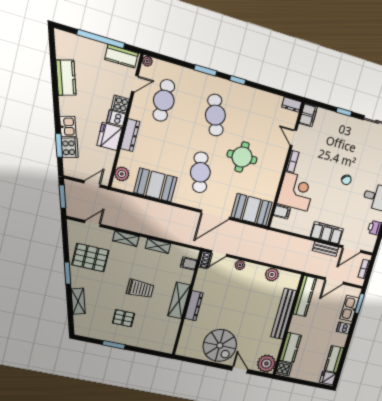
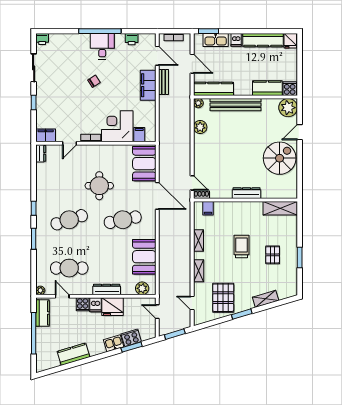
plant: (240, 265) -> (198, 103), moved
shelving: (179, 300) -> (280, 208), moved
kitchen counter: (334, 359) -> (263, 40), width x1.50

